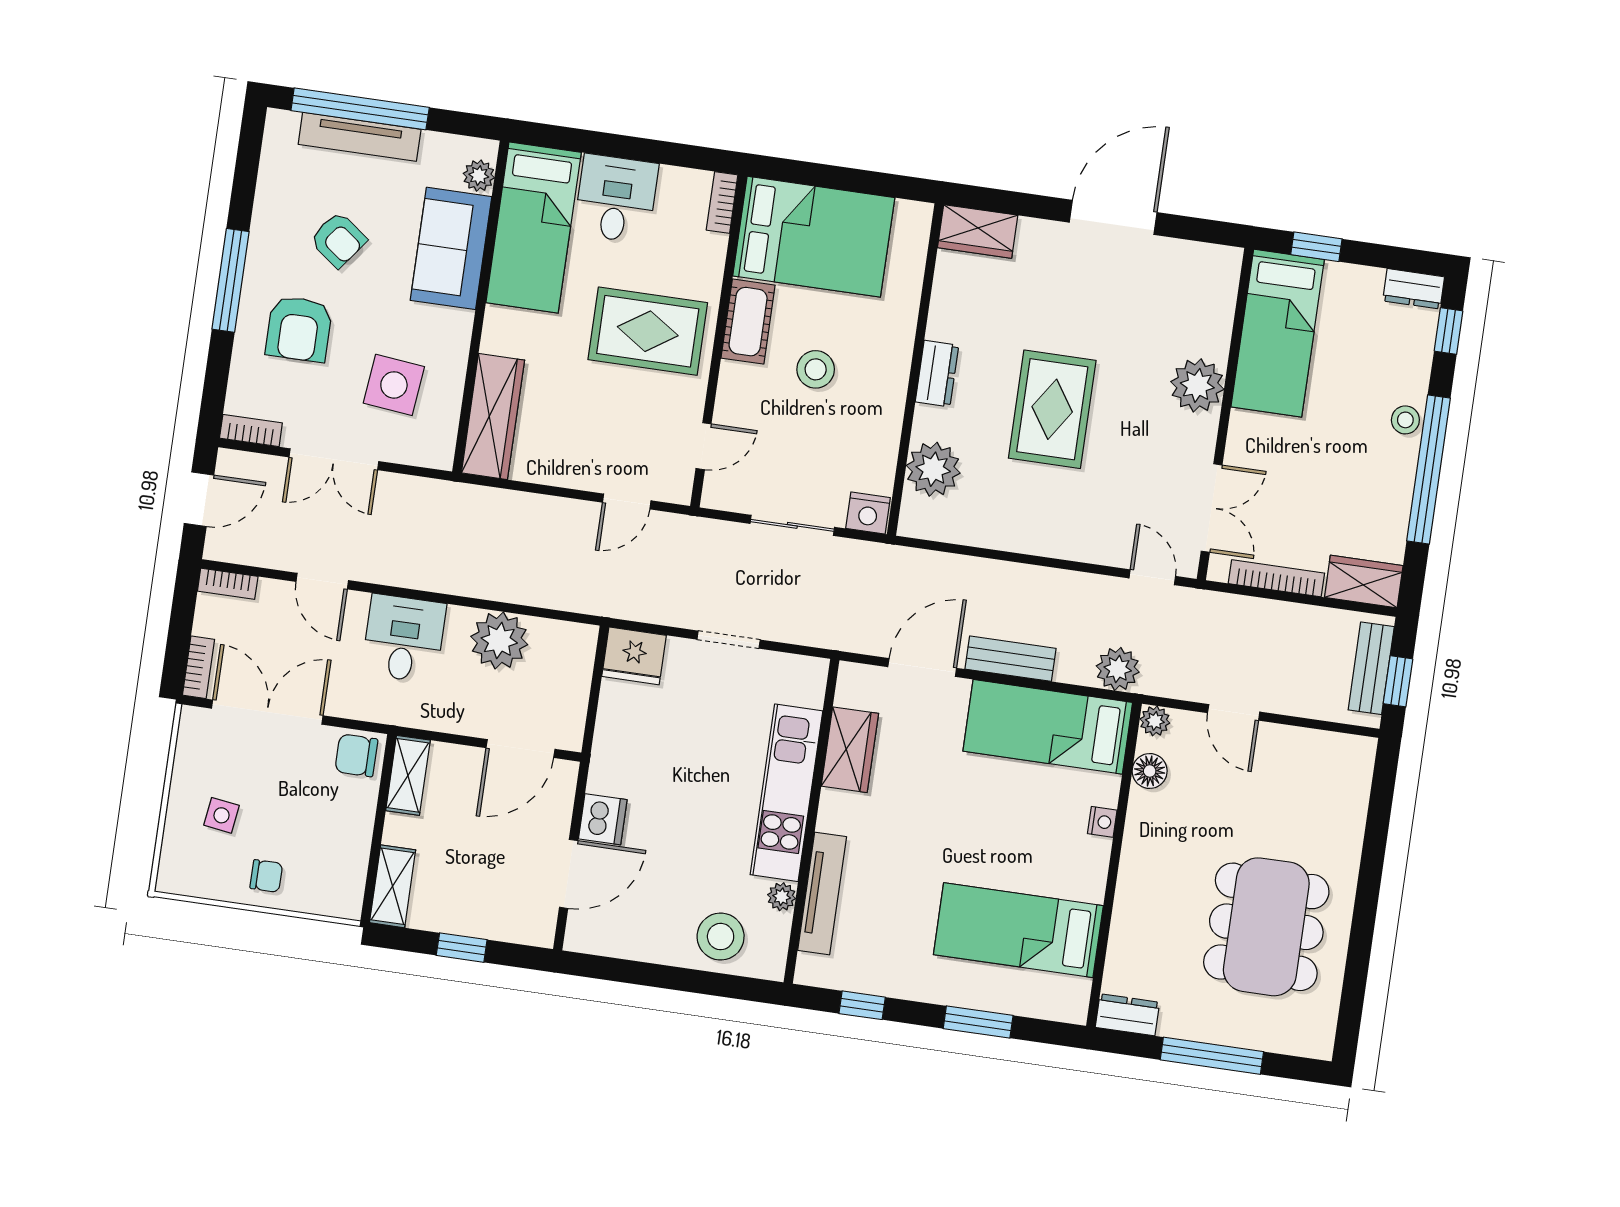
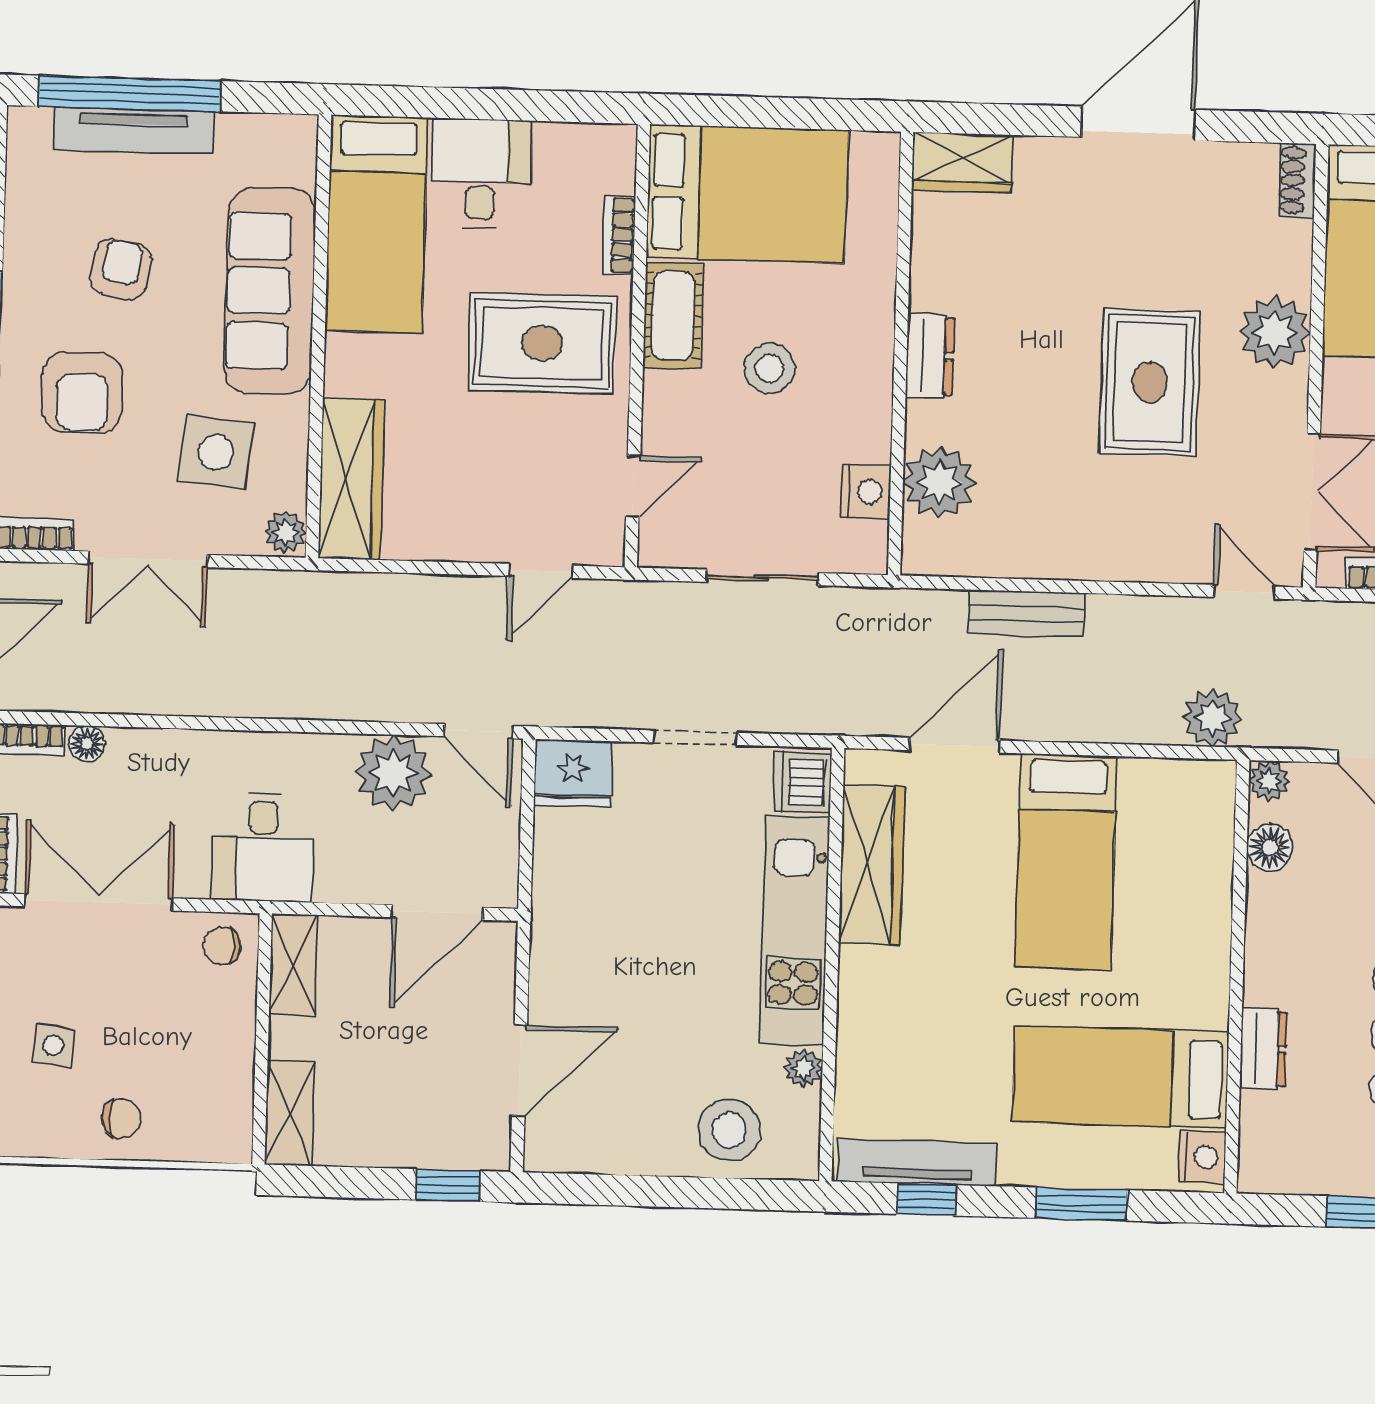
plant: (479, 176) -> (285, 532), moved
bookcase: (722, 202) -> (619, 235), moved
armchair: (338, 240) -> (121, 269), turned -116
sofa: (451, 248) -> (270, 291), width x1.36
shoe rack: (1227, 273) -> (1297, 180), added
rug: (1052, 409) -> (1150, 382), moved
nightstand: (868, 513) -> (866, 492), moved, turned -90
door: (322, 581) -> (479, 731), moved
floor lamp: (273, 592) -> (87, 744), added
desk: (404, 639) -> (263, 847), moved, turned 180
bench: (1010, 659) -> (1026, 614), moved
bed: (1048, 727) -> (1066, 862), moved, turned -90
wardrobe: (850, 750) -> (872, 865), width x1.50
chair: (356, 755) -> (222, 946), width x0.73, depth x0.73
dishwasher: (603, 819) -> (803, 782), moved, turned 180
nightstand: (1102, 822) -> (1202, 1157), moved, width x1.39, depth x1.35
tv unit: (822, 893) -> (917, 1163), moved, turned -90
window: (462, 948) -> (448, 1185), moved
dresser: (1127, 1015) -> (1263, 1049), moved, turned 90

